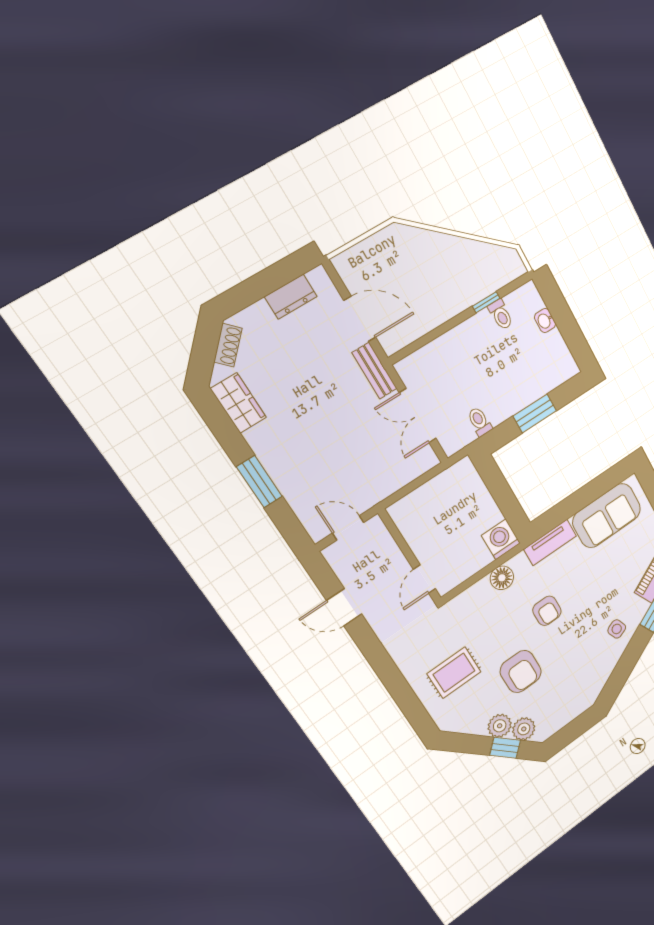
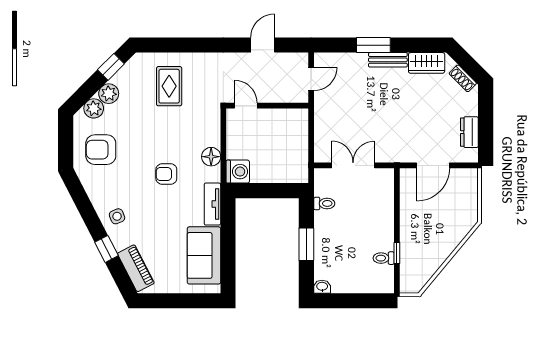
washbasin: (545, 321) -> (322, 287), moved
bench: (375, 371) -> (388, 60), moved
armchair: (521, 671) -> (101, 150), moved
window: (505, 748) -> (111, 67), moved

